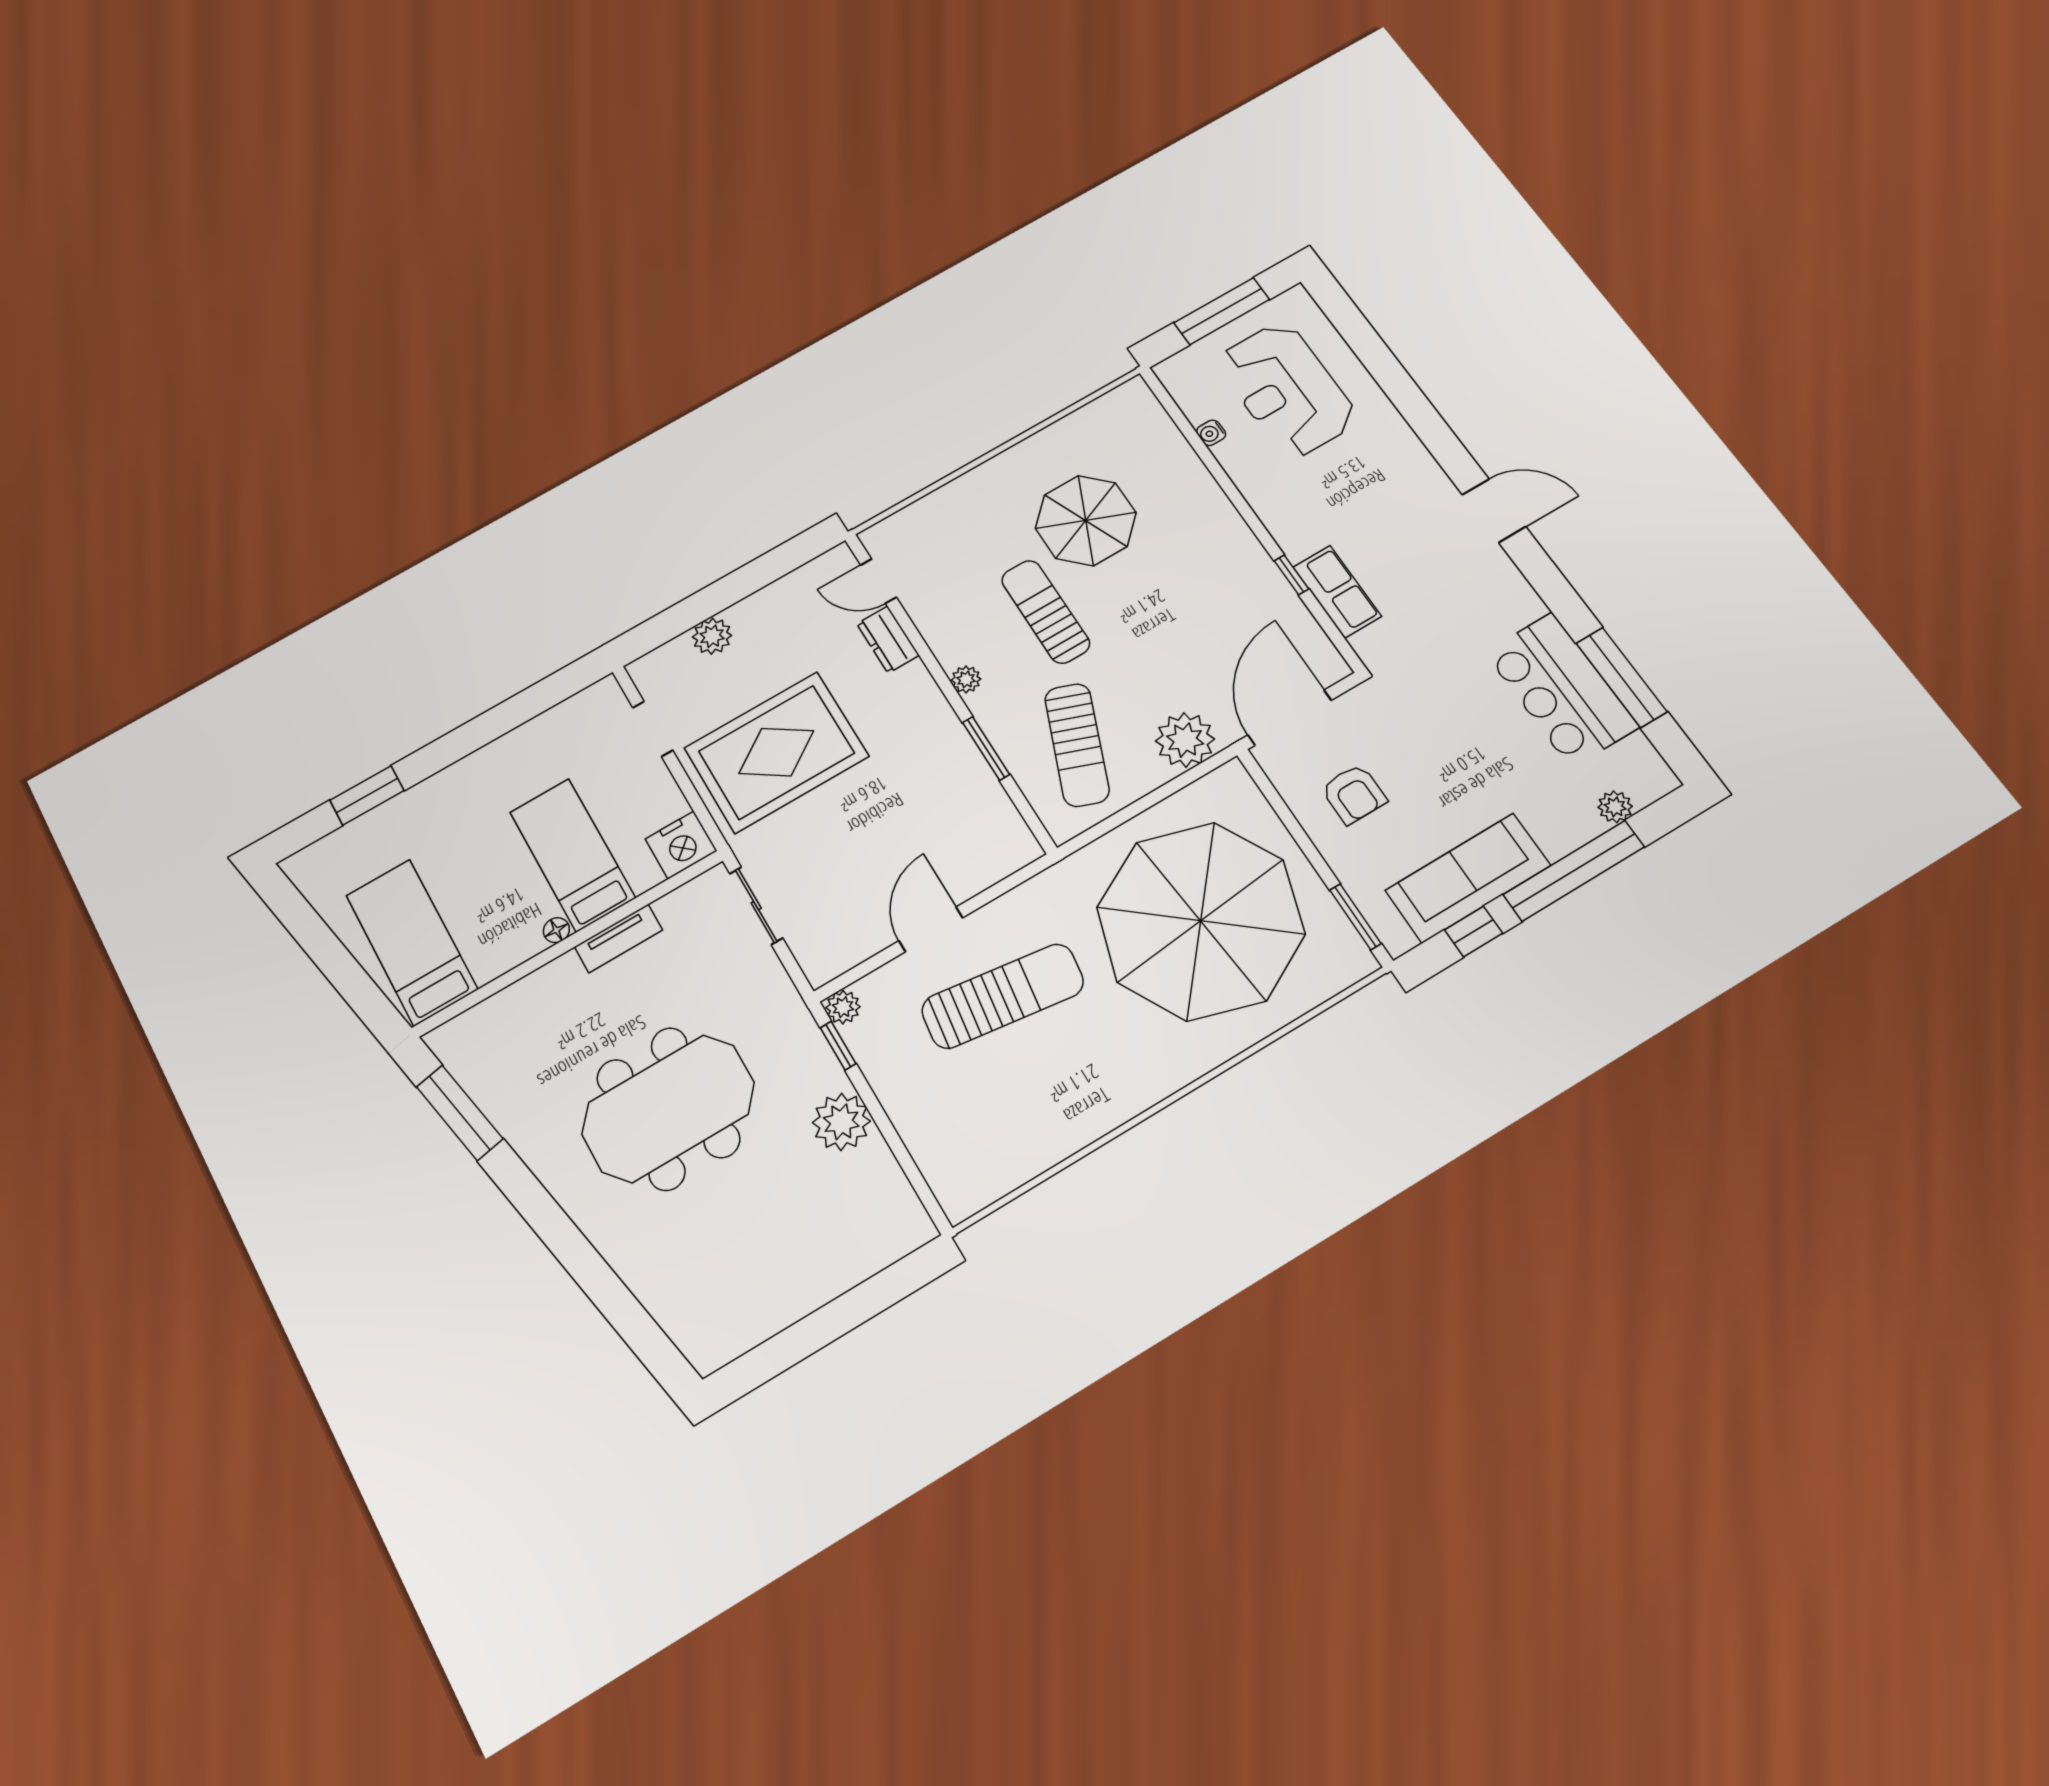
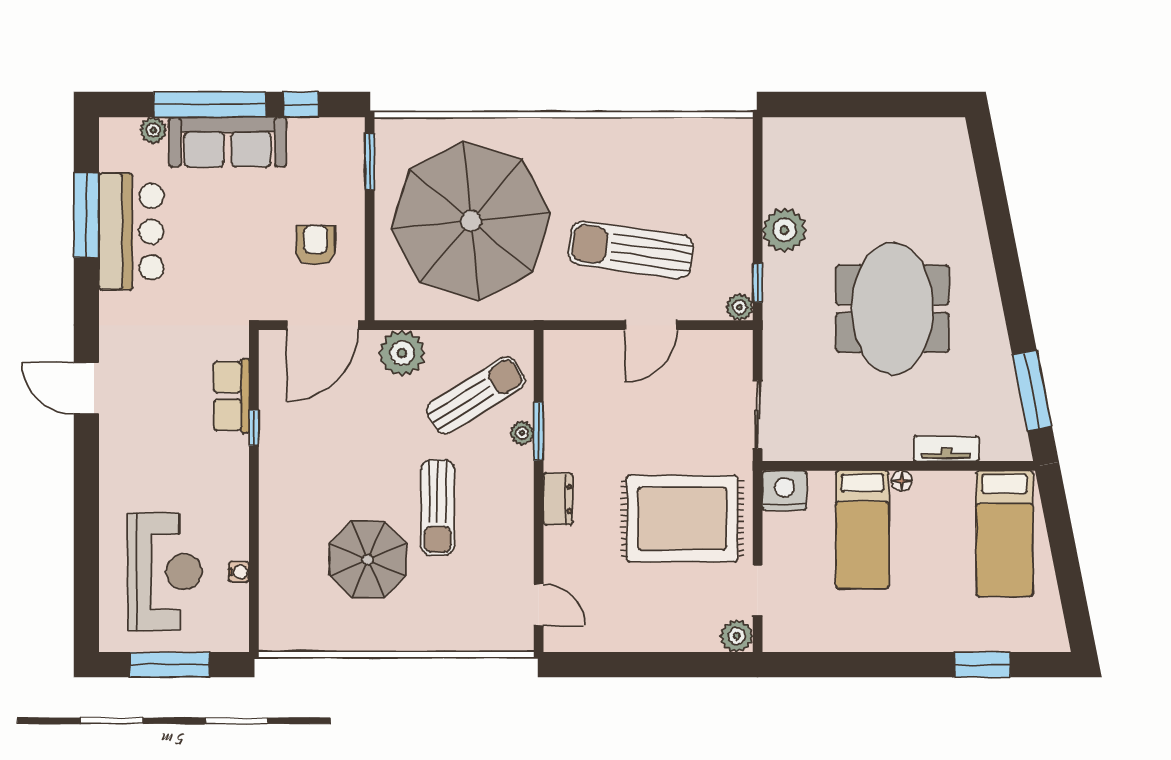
plant: (712, 636) -> (737, 636), moved
dresser: (888, 639) -> (558, 499), moved
plant: (966, 679) -> (522, 433), moved
sun lounger: (1077, 745) -> (476, 395), turned 37
sofa: (1468, 878) -> (228, 142), moved
tv unit: (619, 938) -> (946, 449), moved
meeting table: (668, 1108) -> (892, 309), turned 90

